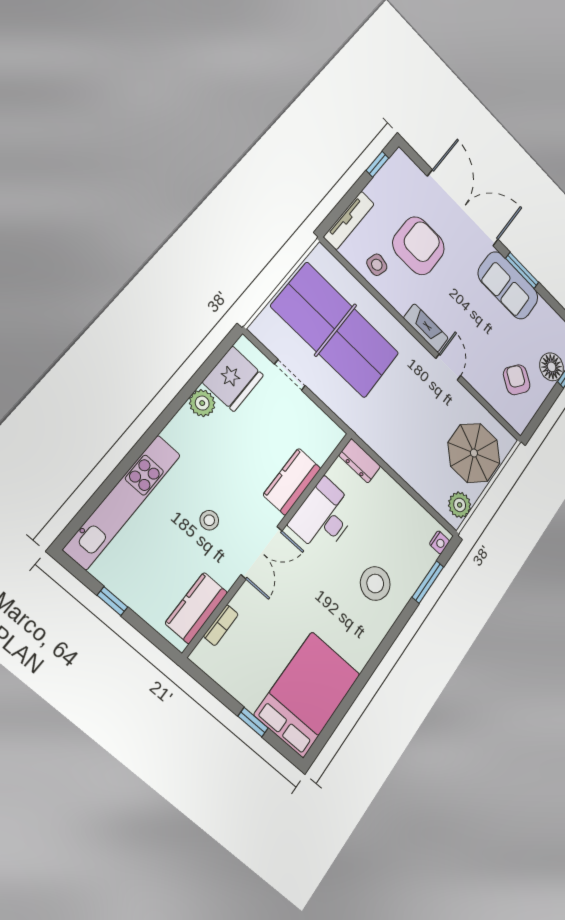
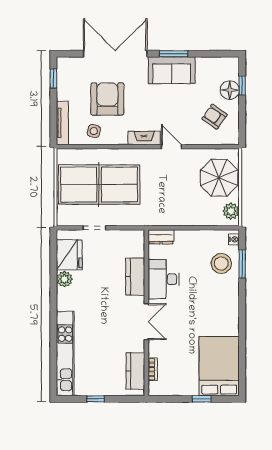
stool: (209, 520) -> (110, 328), removed
stool: (375, 584) -> (221, 263), moved

